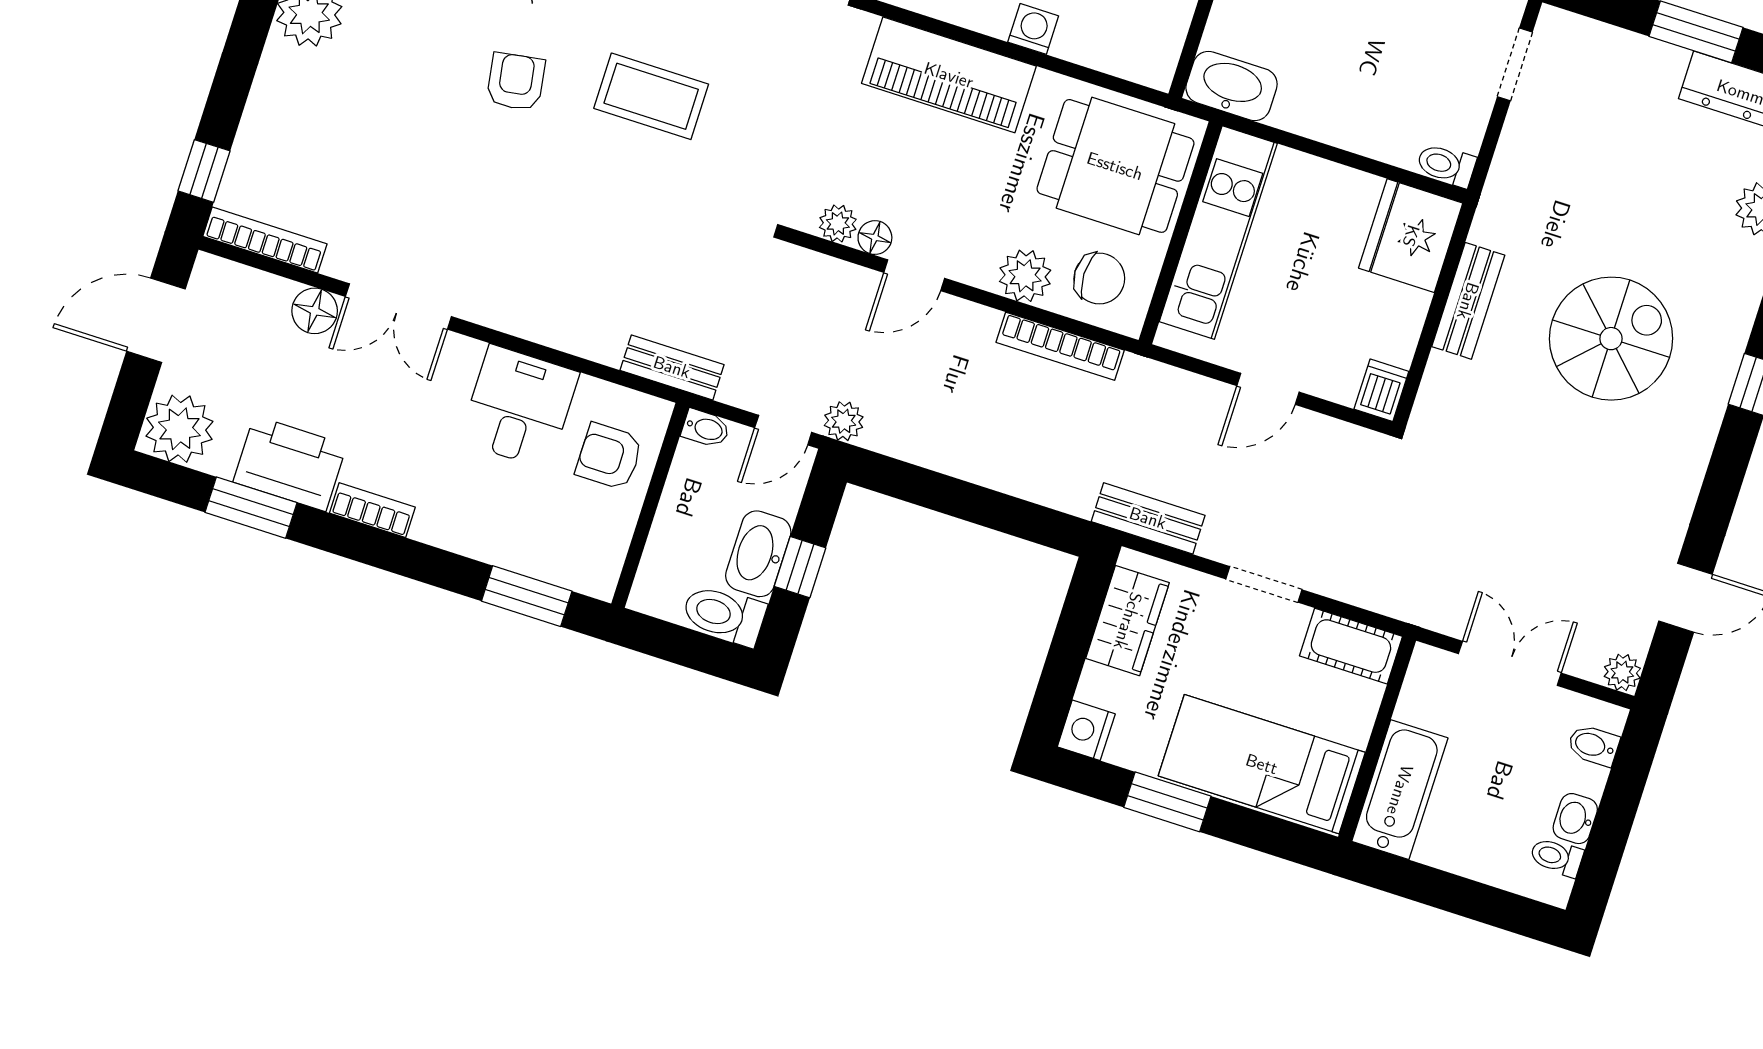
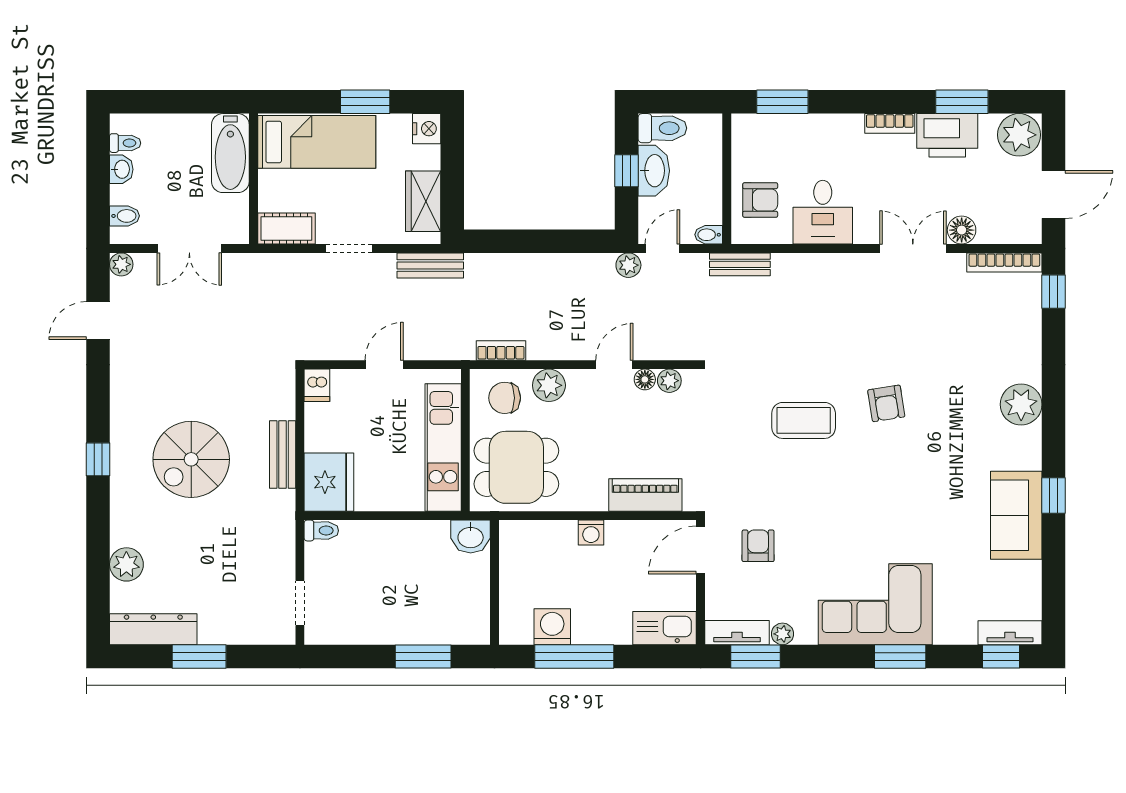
piano: (949, 75) -> (645, 495), width x0.73, depth x0.75
washbasin: (1232, 86) -> (471, 537), width x0.72
bookcase: (1060, 346) -> (501, 350), width x0.64

